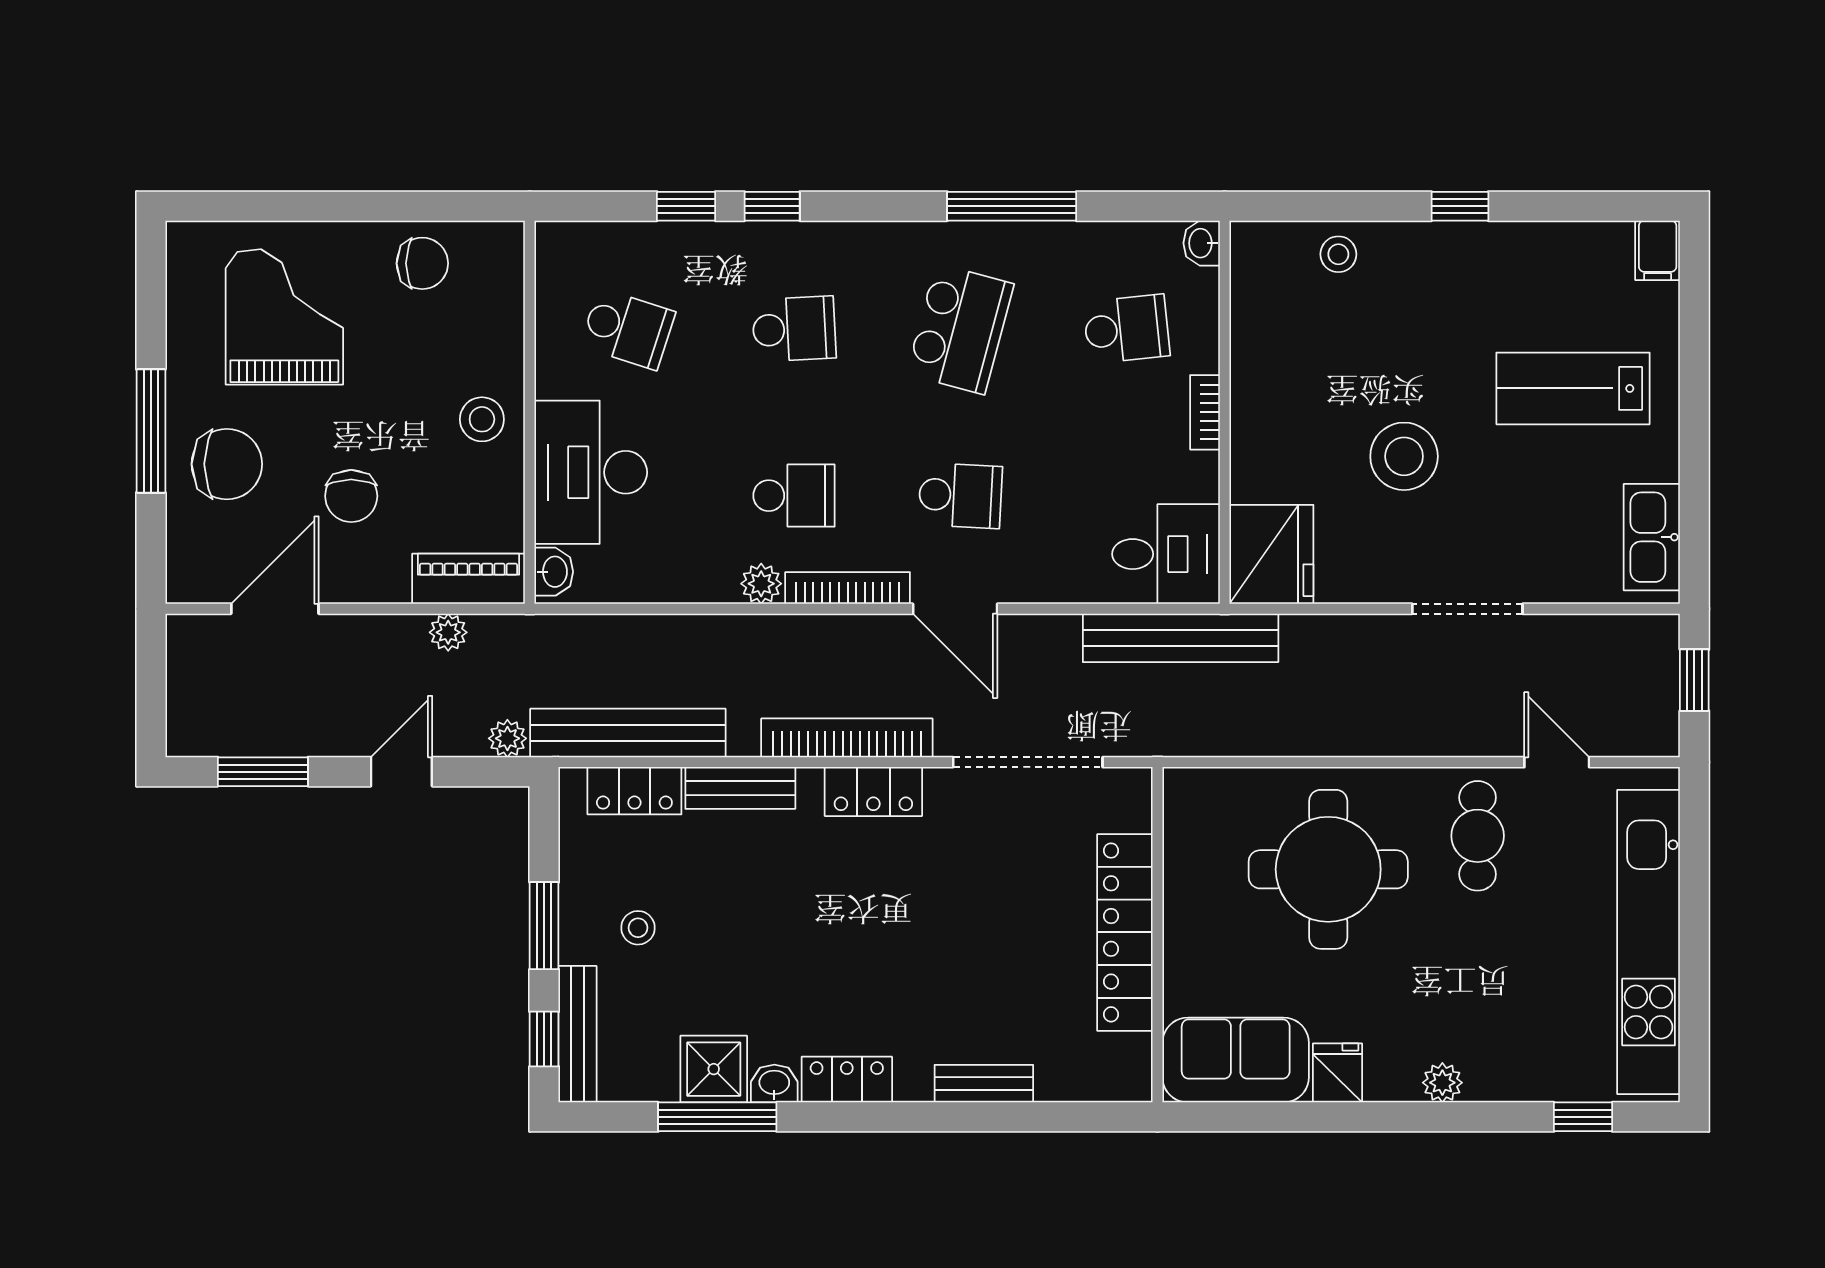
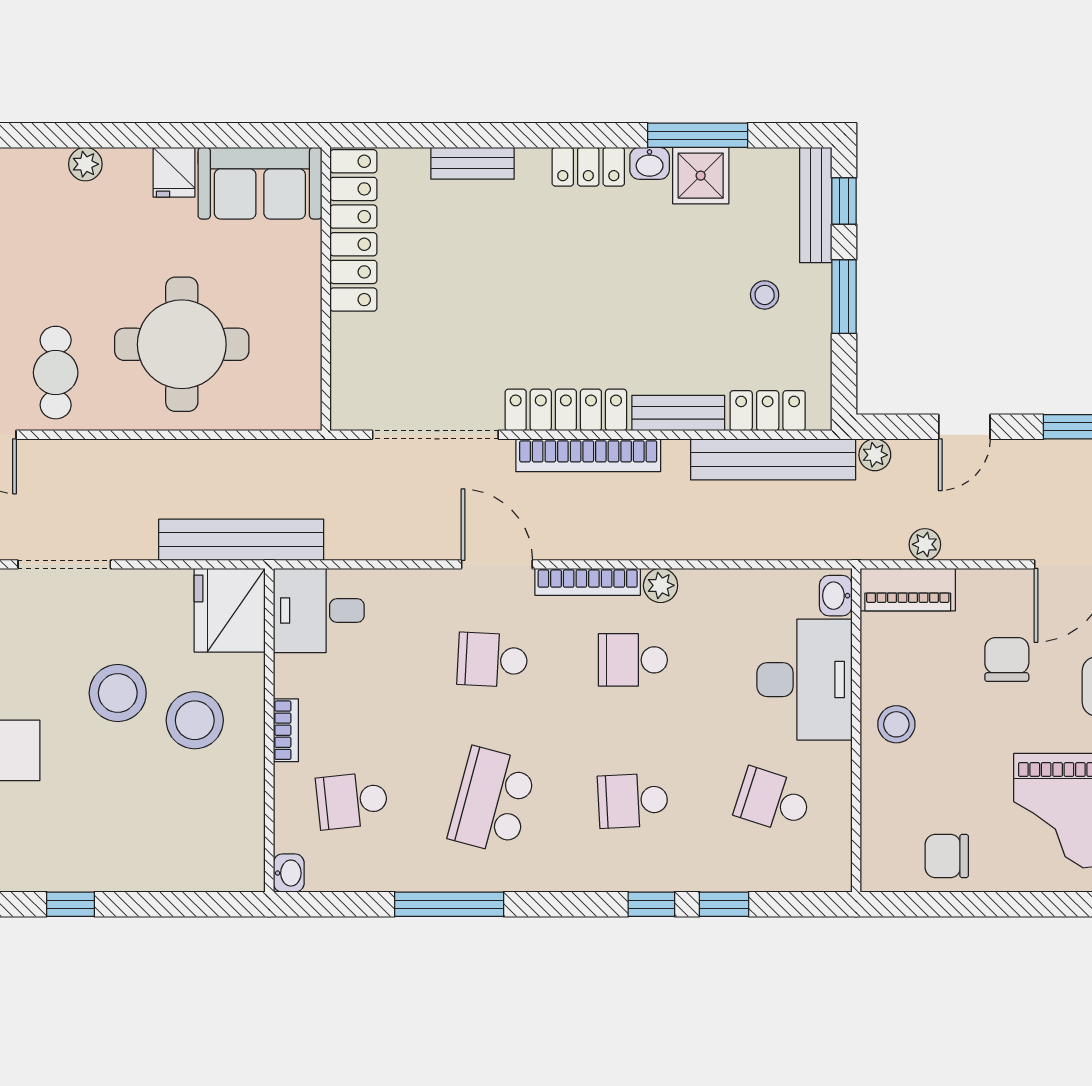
stool: (1338, 254) -> (195, 720), moved, width x1.89, depth x1.89
bench: (1181, 638) -> (241, 540), moved
locker: (873, 792) -> (566, 410), width x1.53
locker: (1125, 932) -> (353, 230), moved

